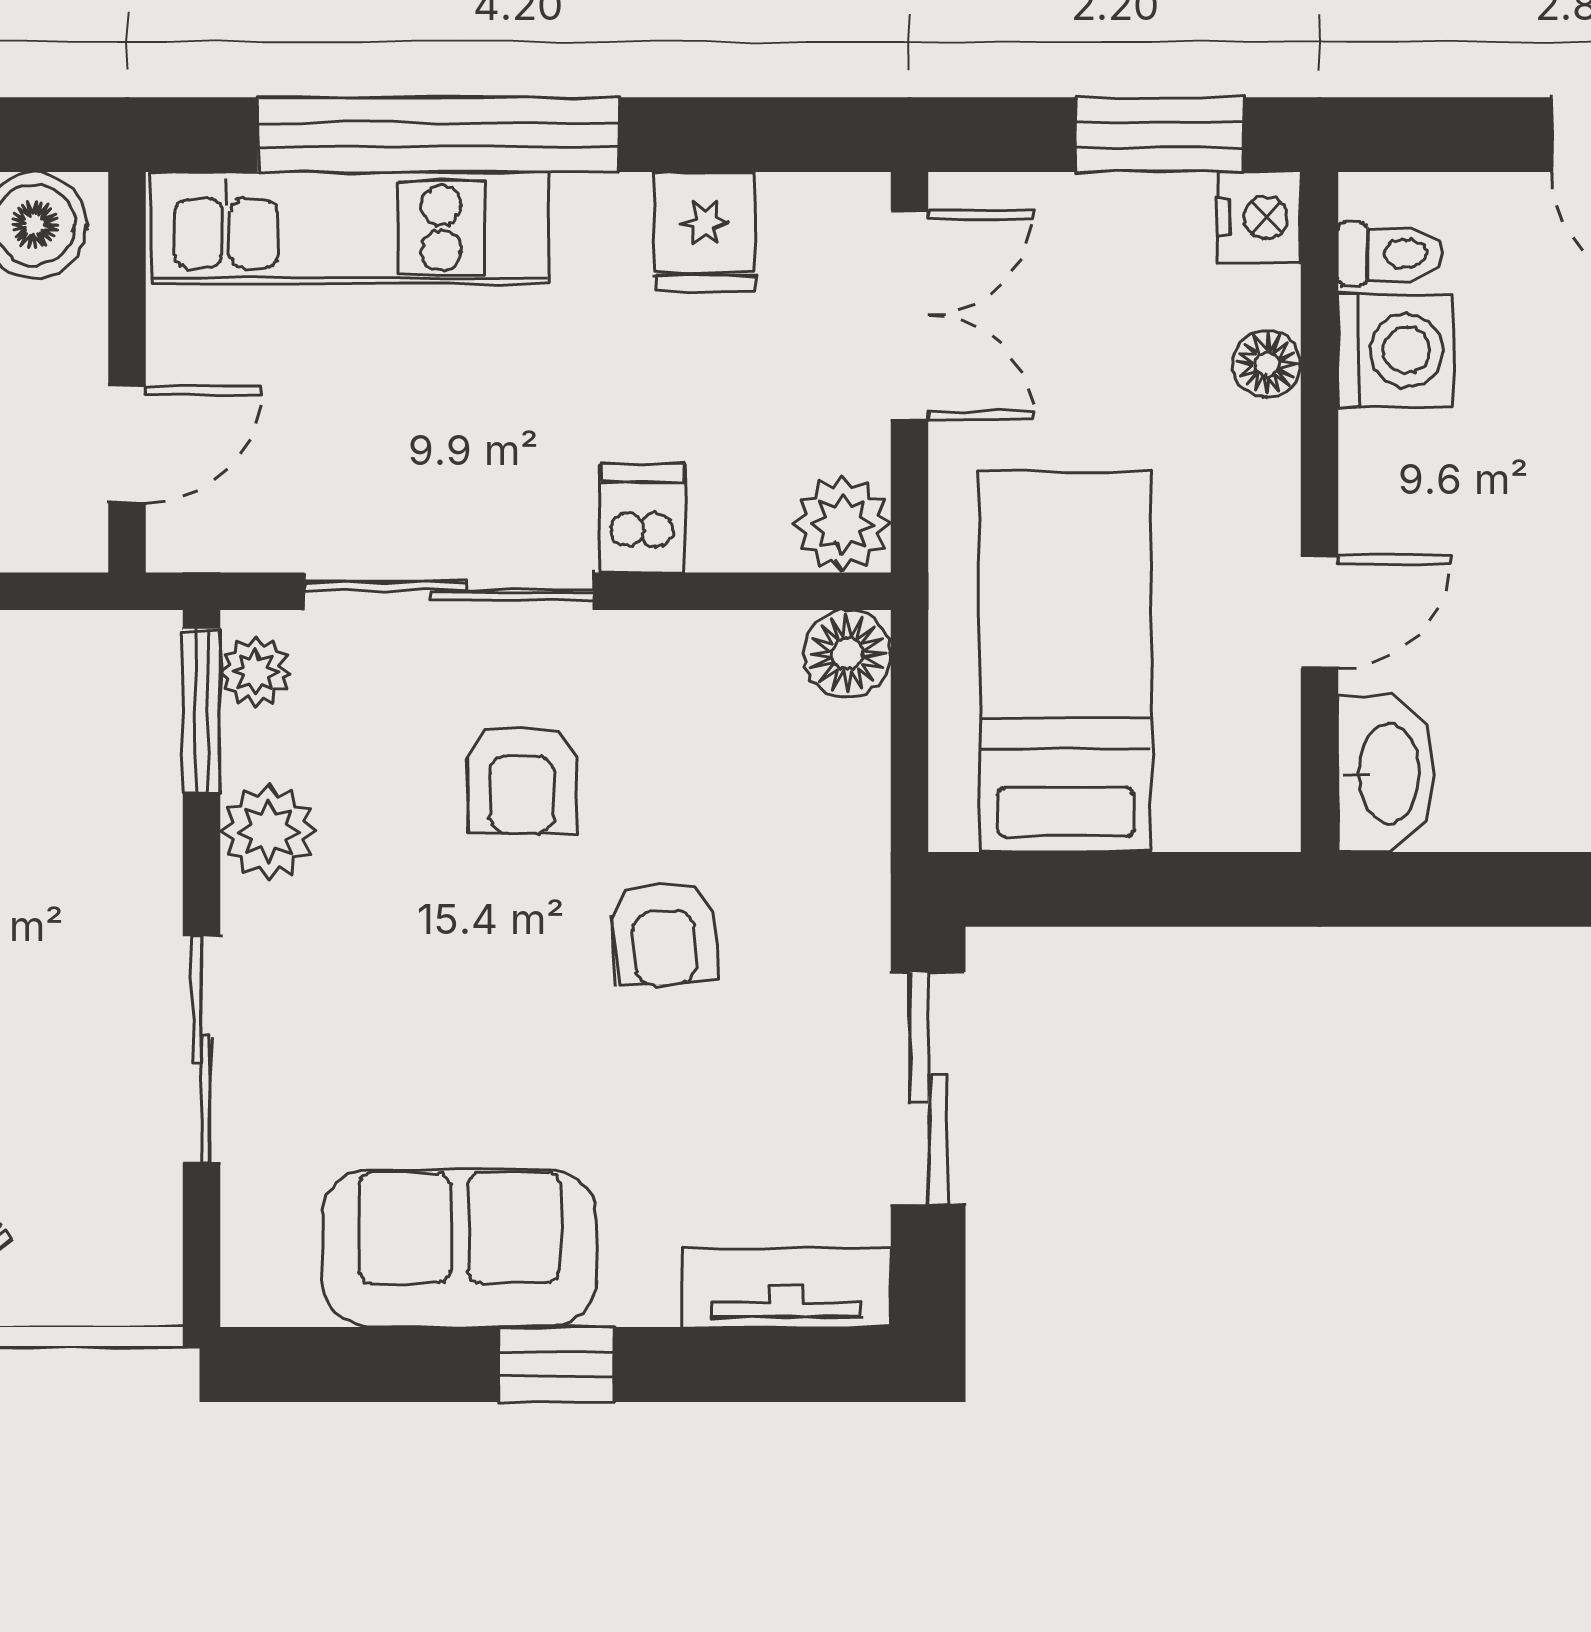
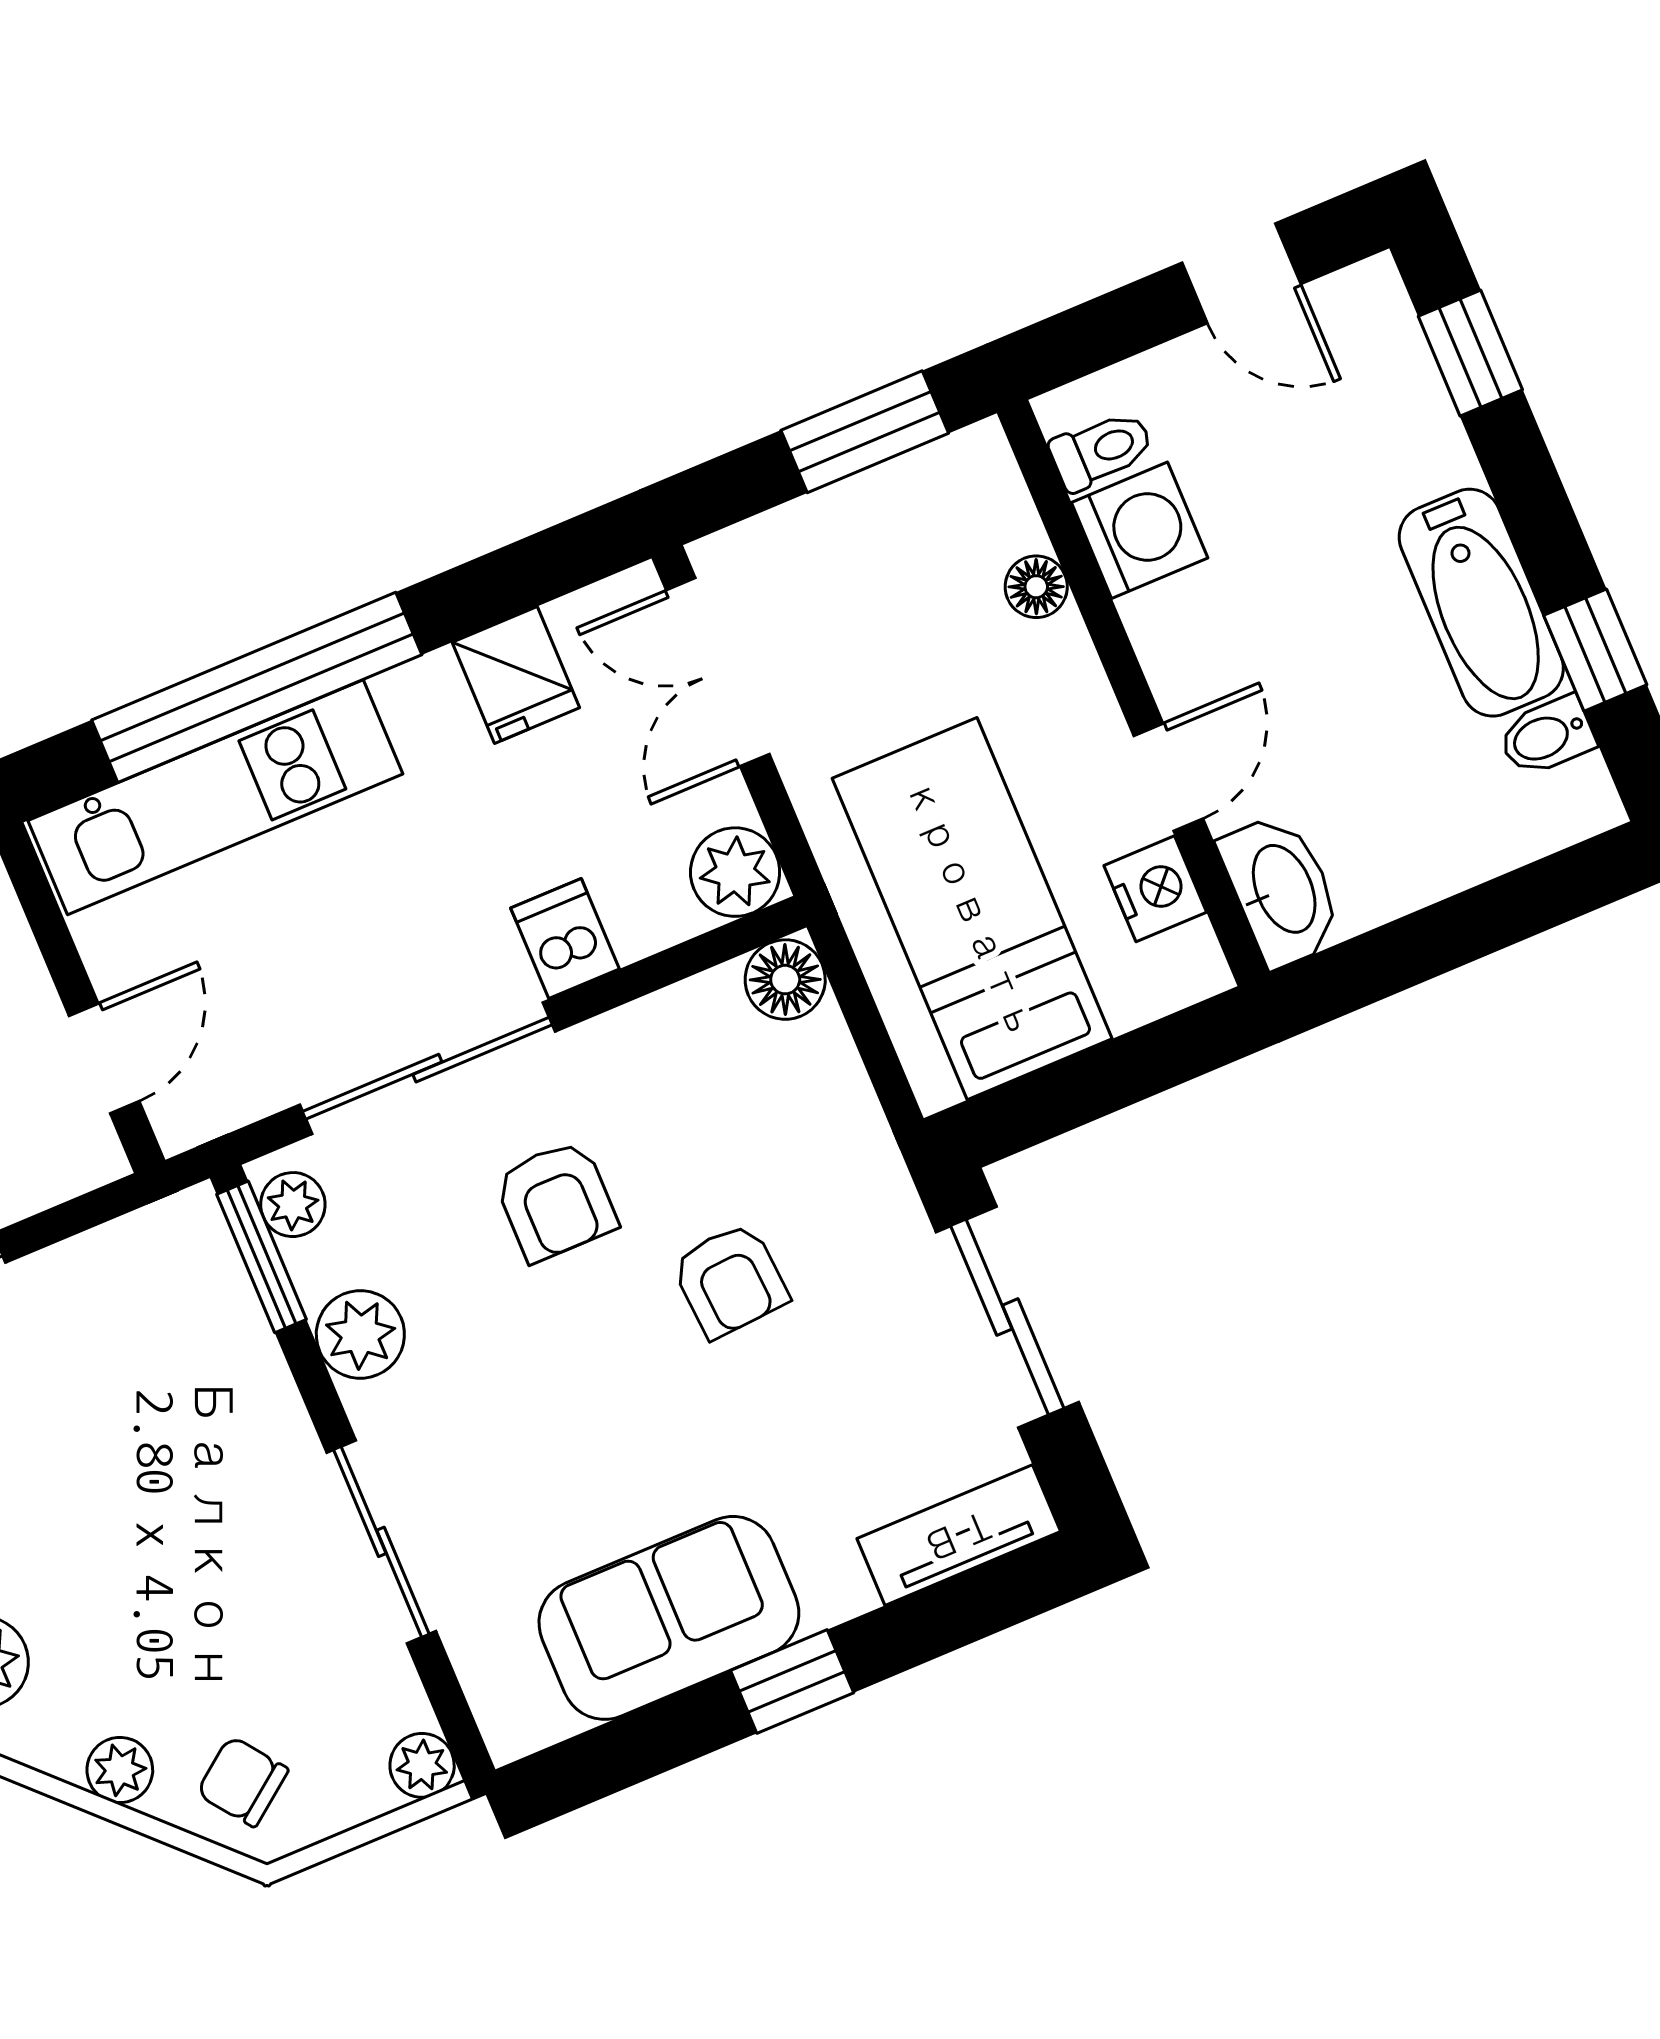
nightstand: (1259, 217) -> (1155, 889), moved
double door: (910, 315) -> (718, 672), swing flipped
plant: (148, 1292) -> (422, 1765), added

